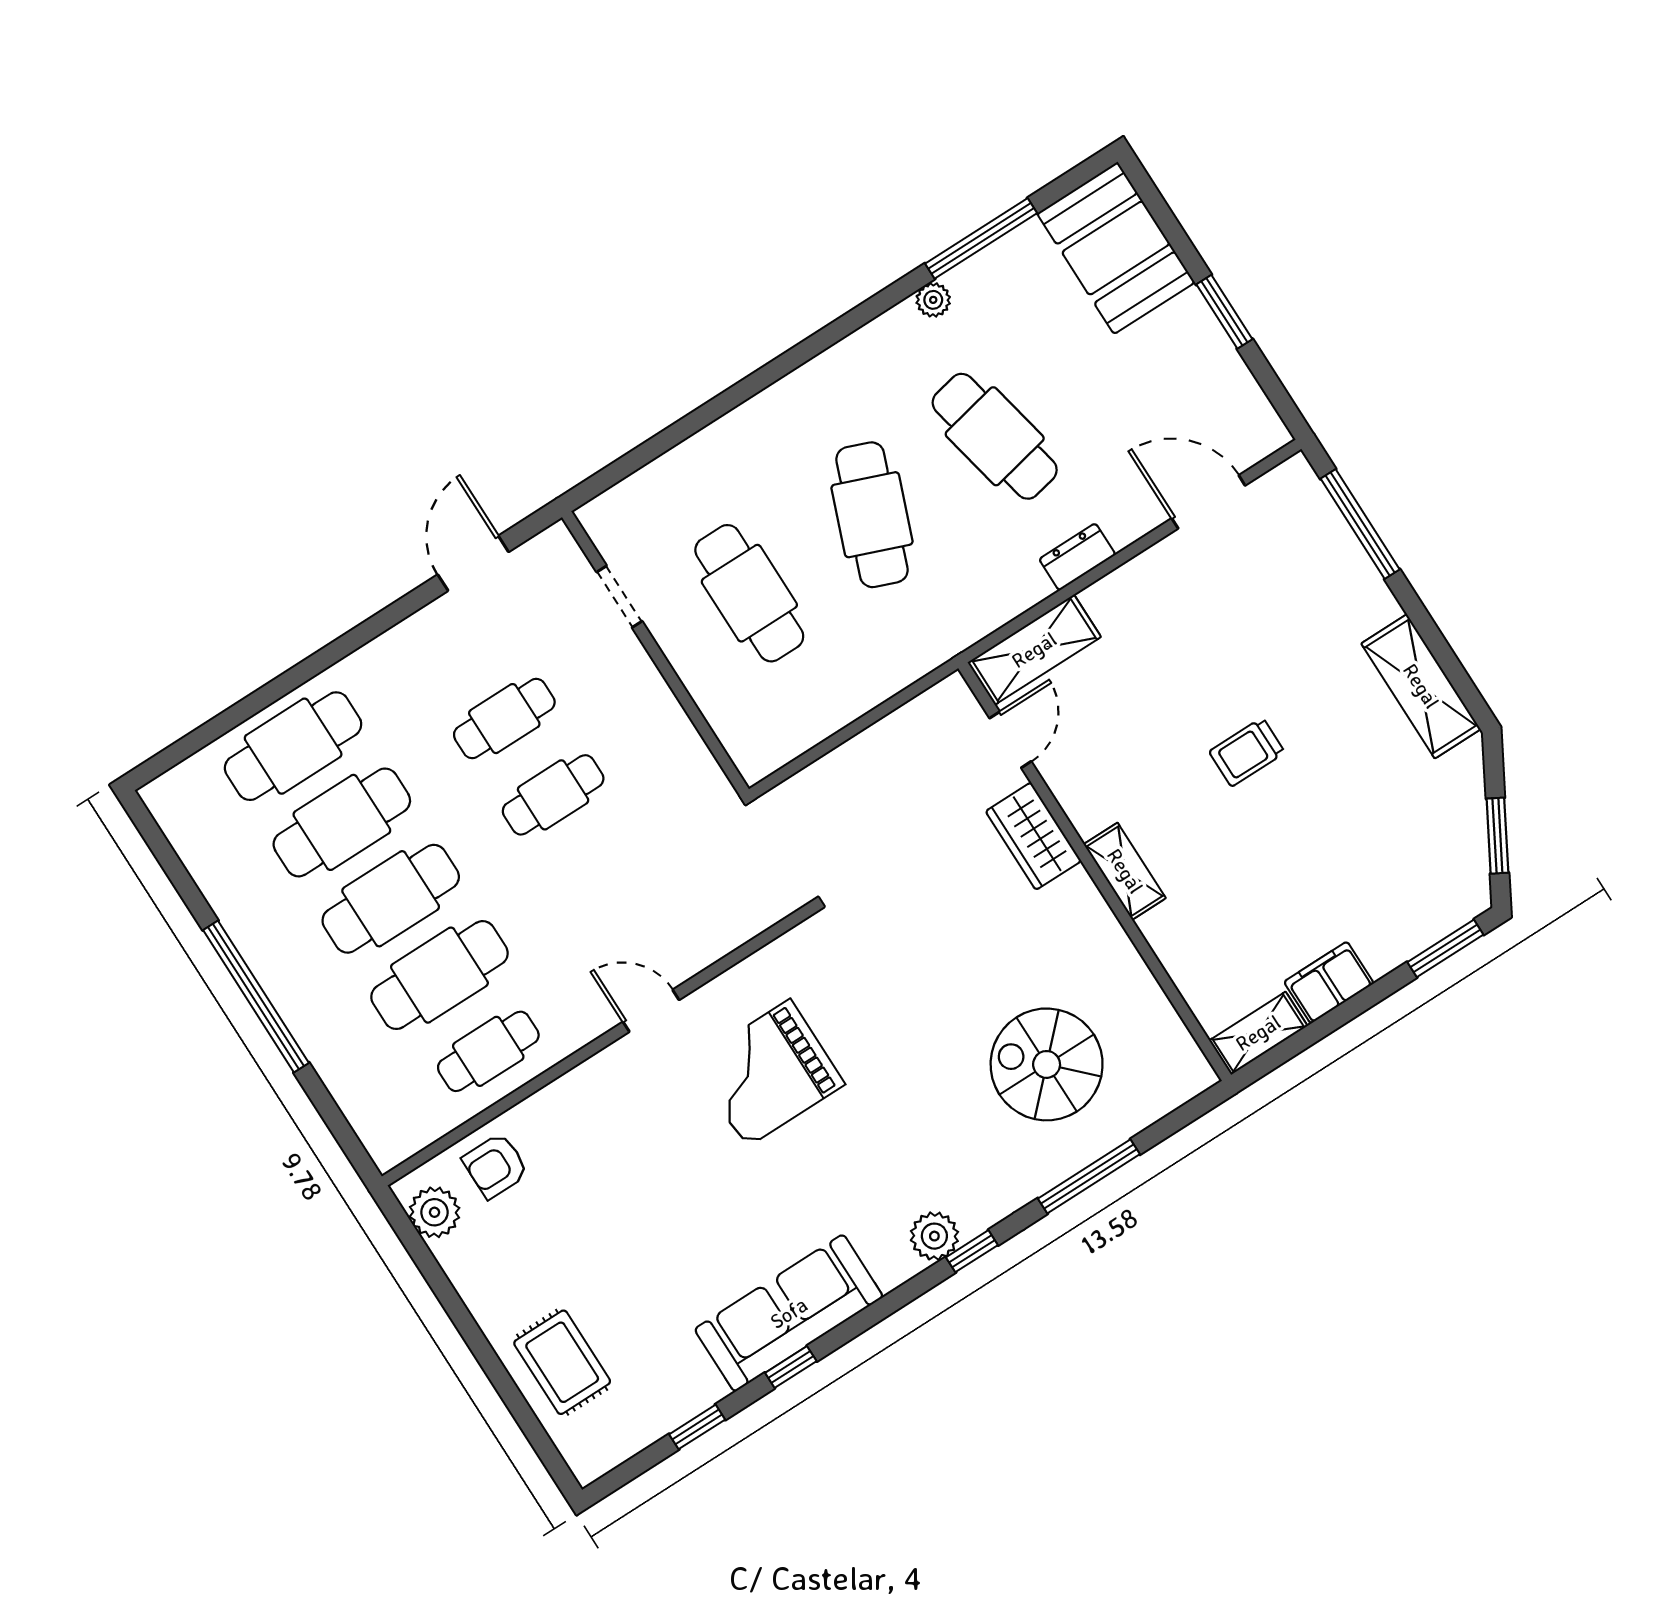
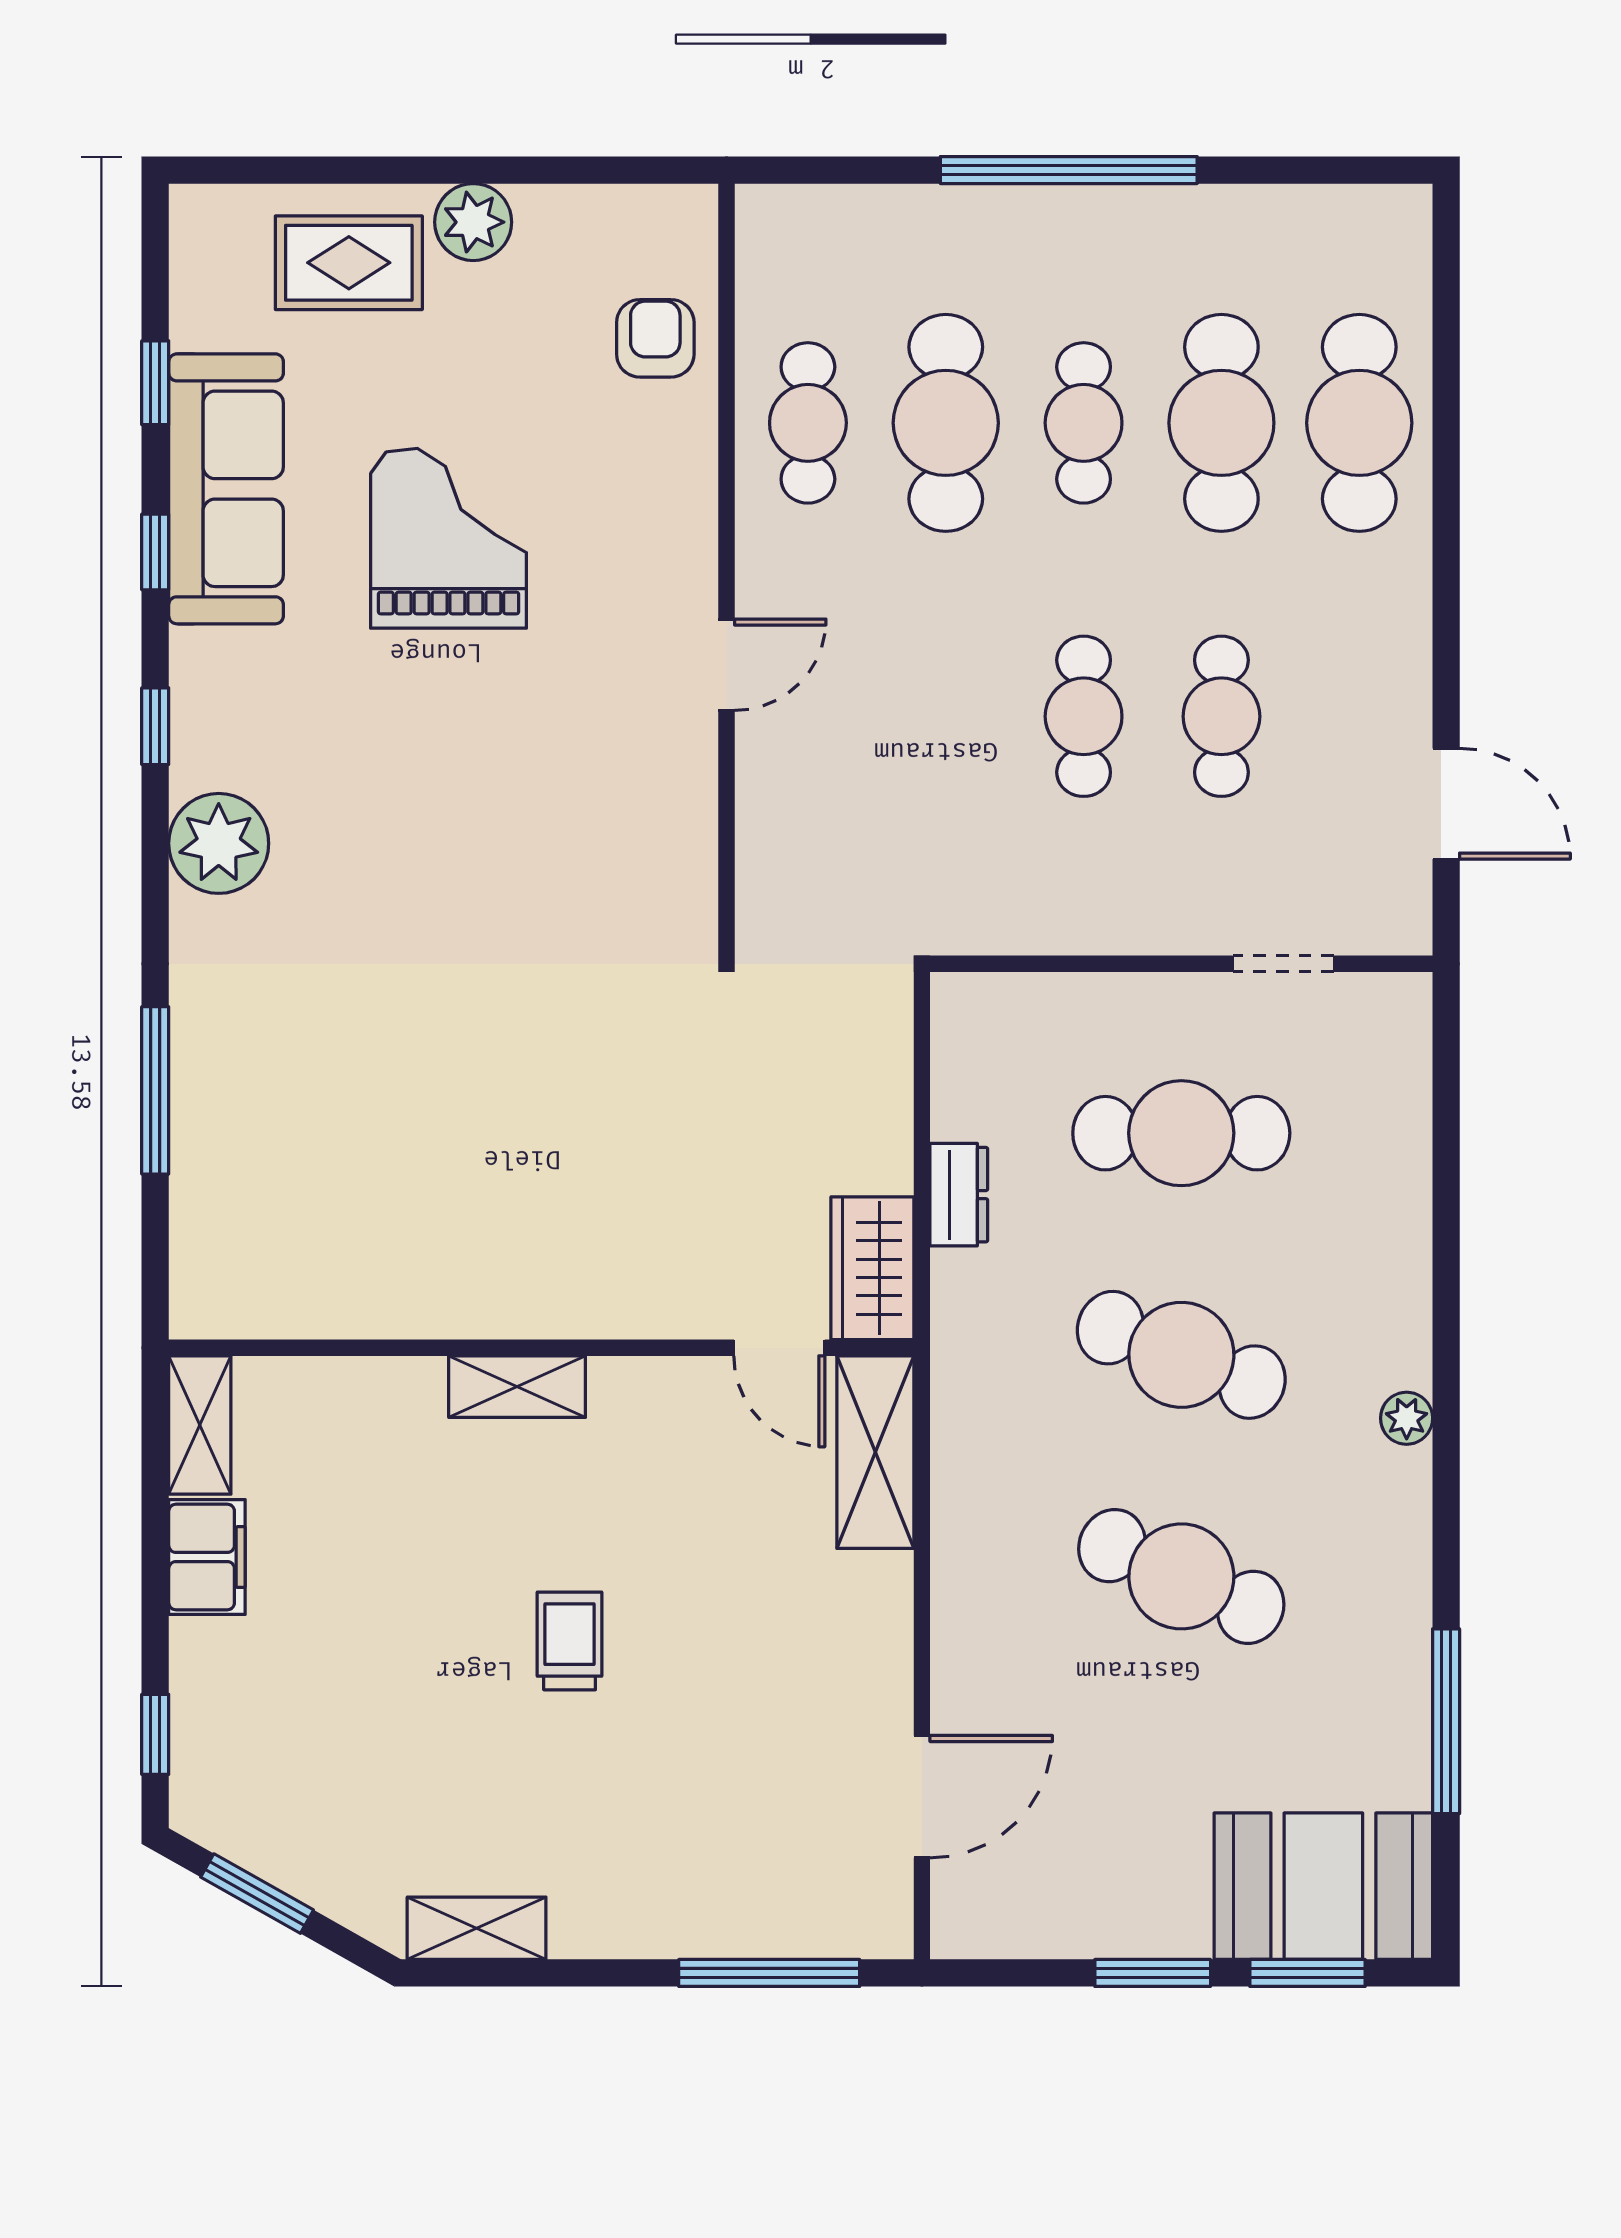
window: (1170, 226) -> (1308, 1973), added
plant: (933, 300) -> (1407, 1418), moved
cafe table: (995, 436) -> (1181, 1576), turned 36
dresser: (1077, 557) -> (959, 1195), moved
shelving: (1421, 686) -> (477, 1928), width x0.67, depth x0.75
wardrobe: (1033, 836) -> (872, 1268), moved, turned -90
cafe table: (391, 899) -> (1084, 423), width x0.73, depth x0.74
window: (1445, 948) -> (155, 1734), width x0.67
spiral stairs: (1047, 1064) -> (333, 1128), removed
grand piano: (768, 1073) -> (449, 538), moved
plant: (434, 1212) -> (473, 222), moved
plant: (934, 1236) -> (219, 843), width x1.36, depth x1.36
window: (972, 1251) -> (155, 726), moved
sofa: (789, 1313) -> (226, 489), moved

